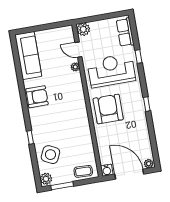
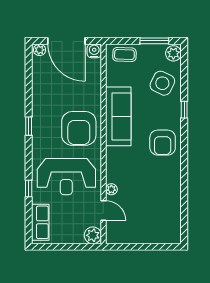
sofa: (28, 56) -> (118, 116), moved, turned 180
armchair: (37, 97) -> (163, 143), moved, turned -90

